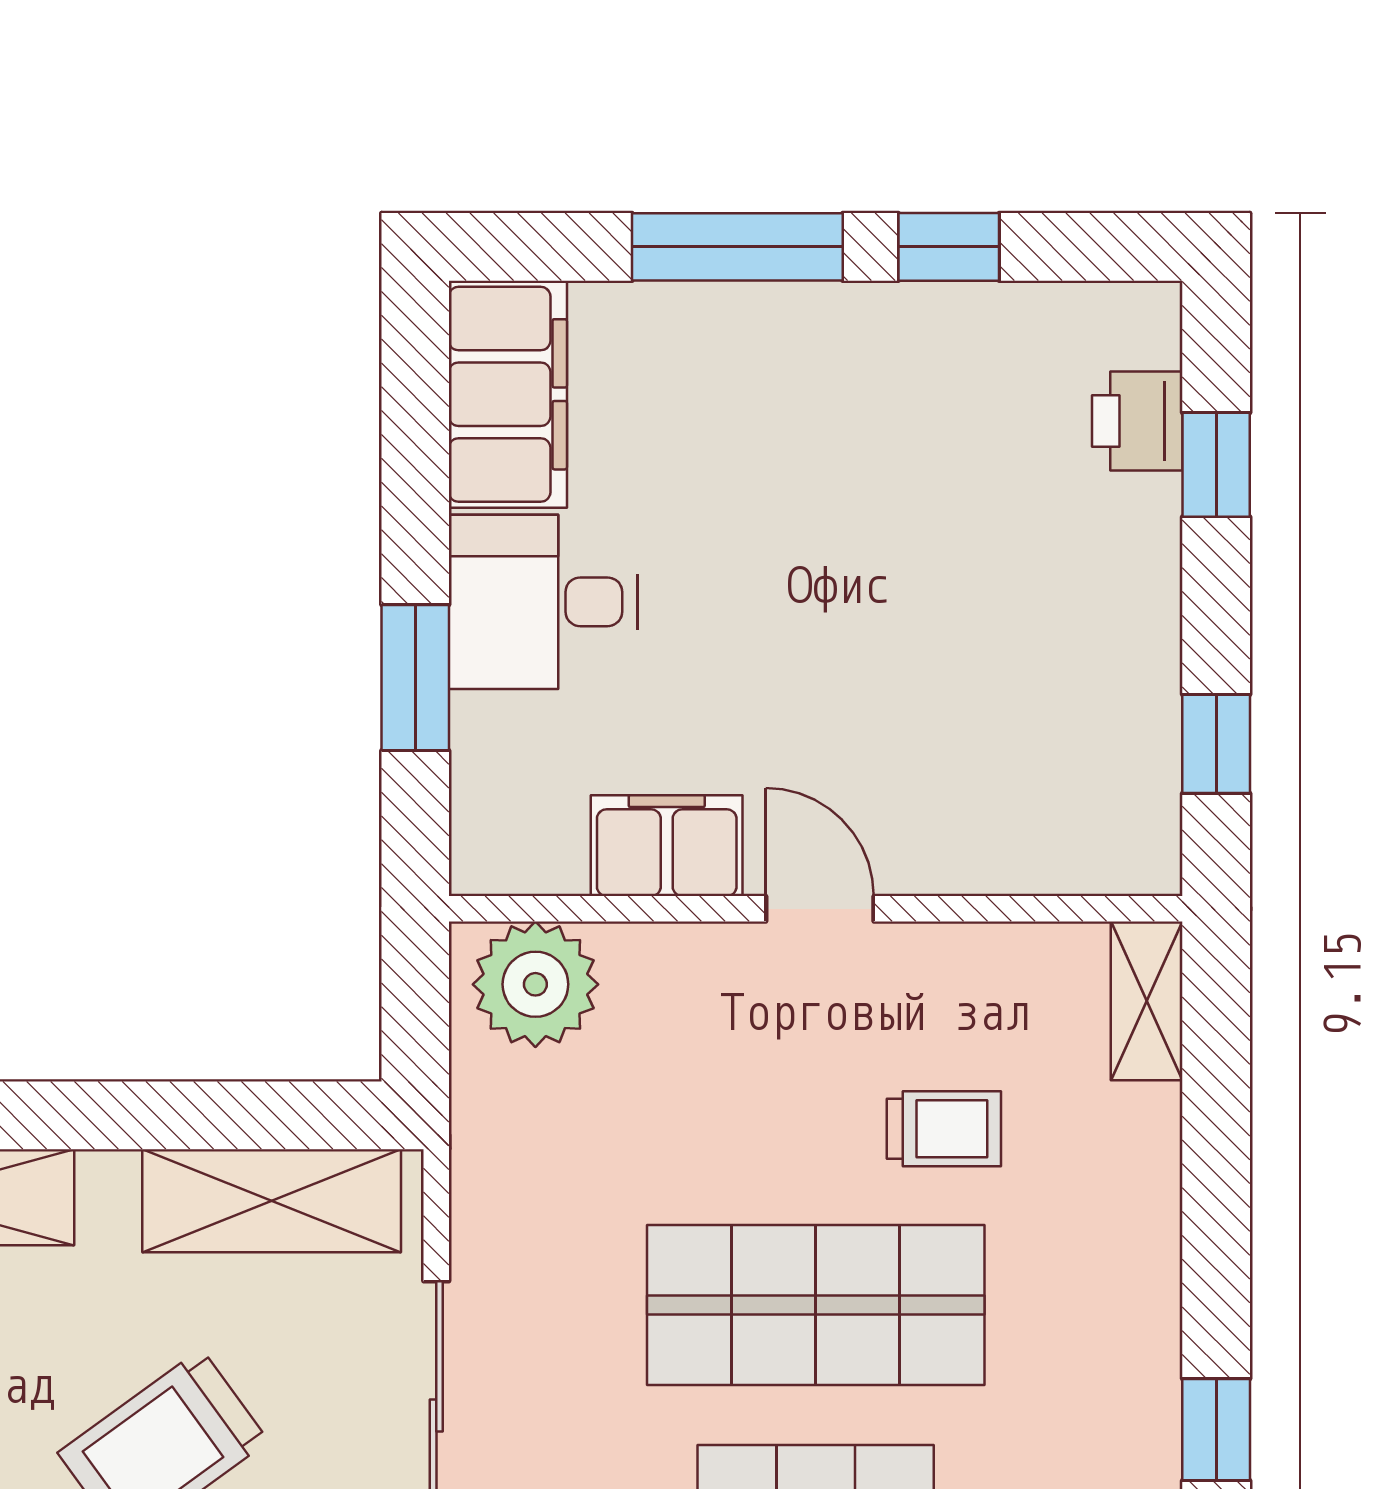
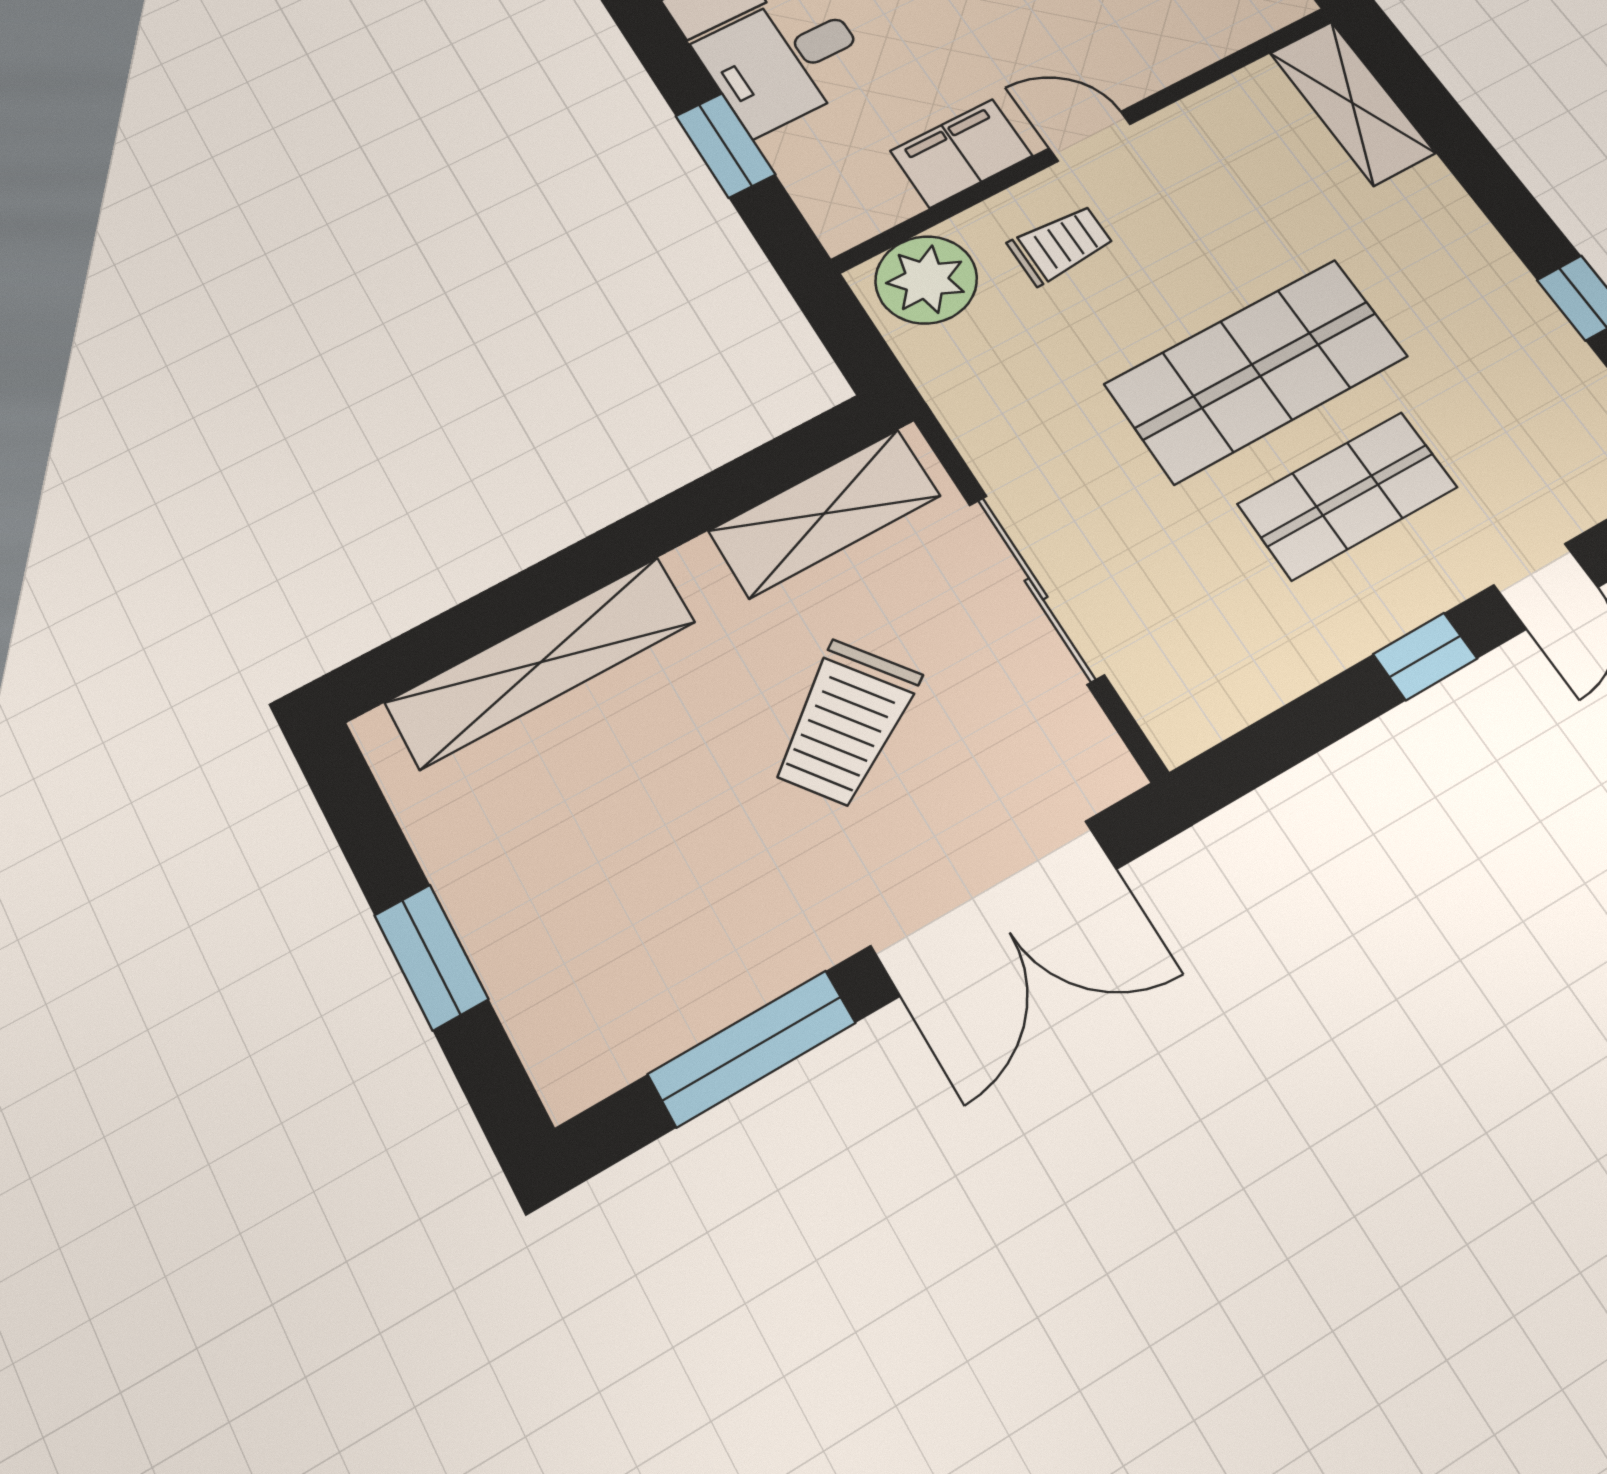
shelving: (1147, 1001) -> (1352, 103), width x1.50, depth x1.33
trolley: (944, 1129) -> (1061, 245), moved

